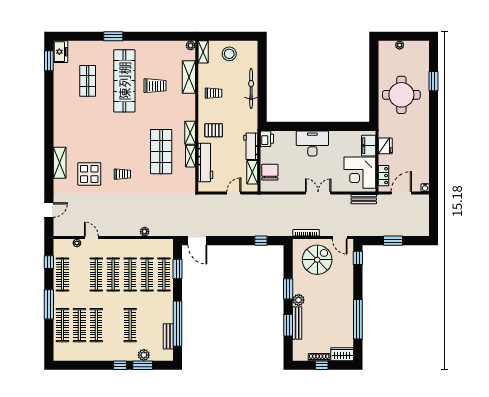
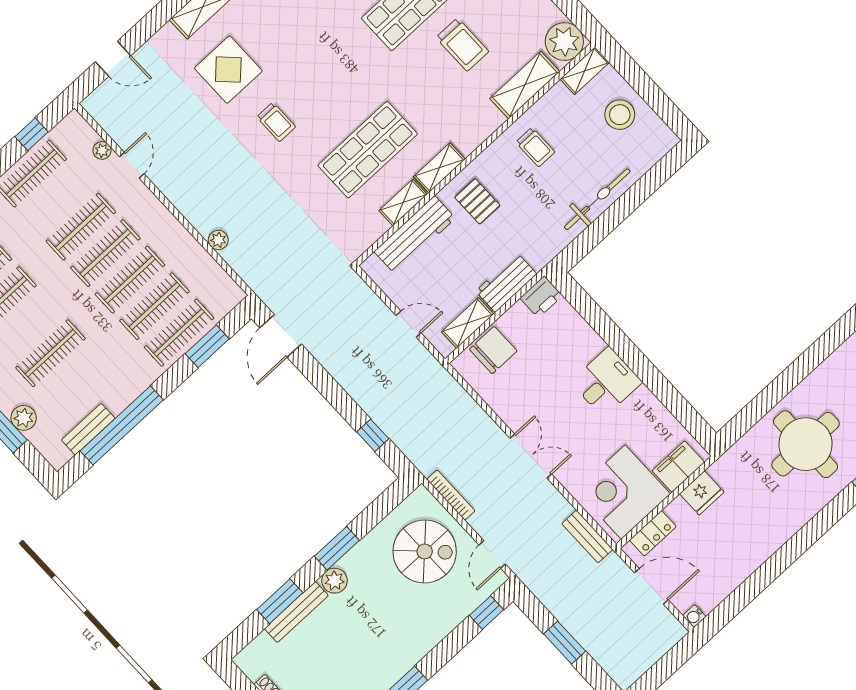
plant: (191, 45) -> (564, 42), width x1.88, depth x1.88
desk: (312, 143) -> (606, 382), width x0.73

